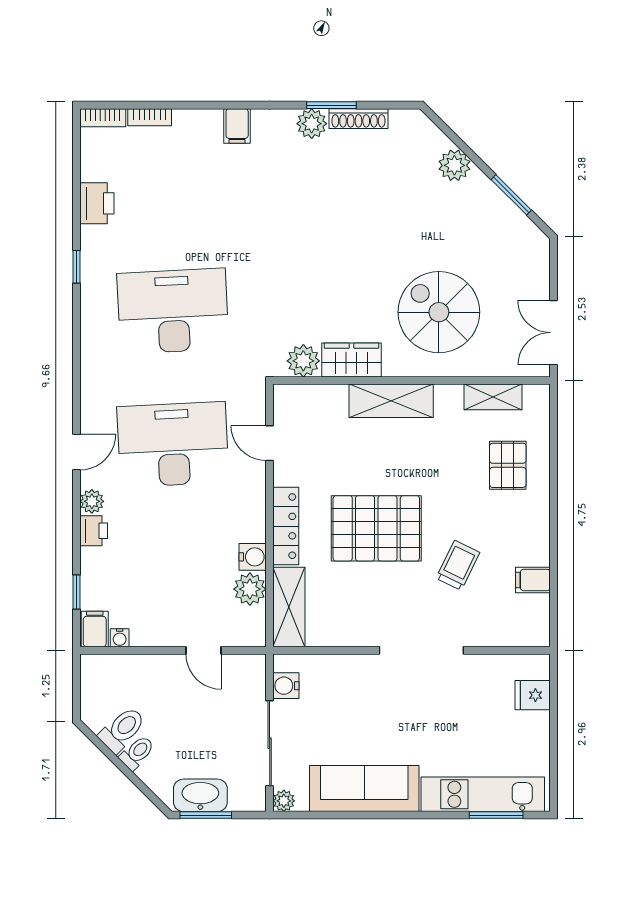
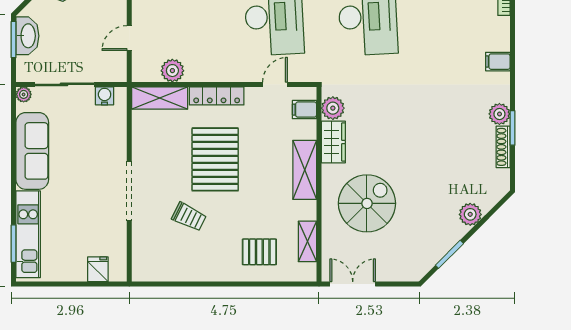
water cooler: (253, 557) -> (195, 72), removed
filing cabinet: (533, 580) -> (304, 110), moved, turned -90

